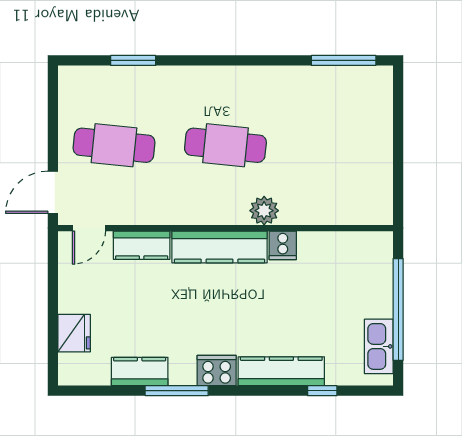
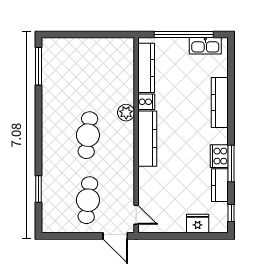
kitchen counter: (142, 245) -> (146, 68), moved, width x1.50
cooker: (217, 371) -> (219, 156), moved
window: (322, 391) -> (231, 213), moved

